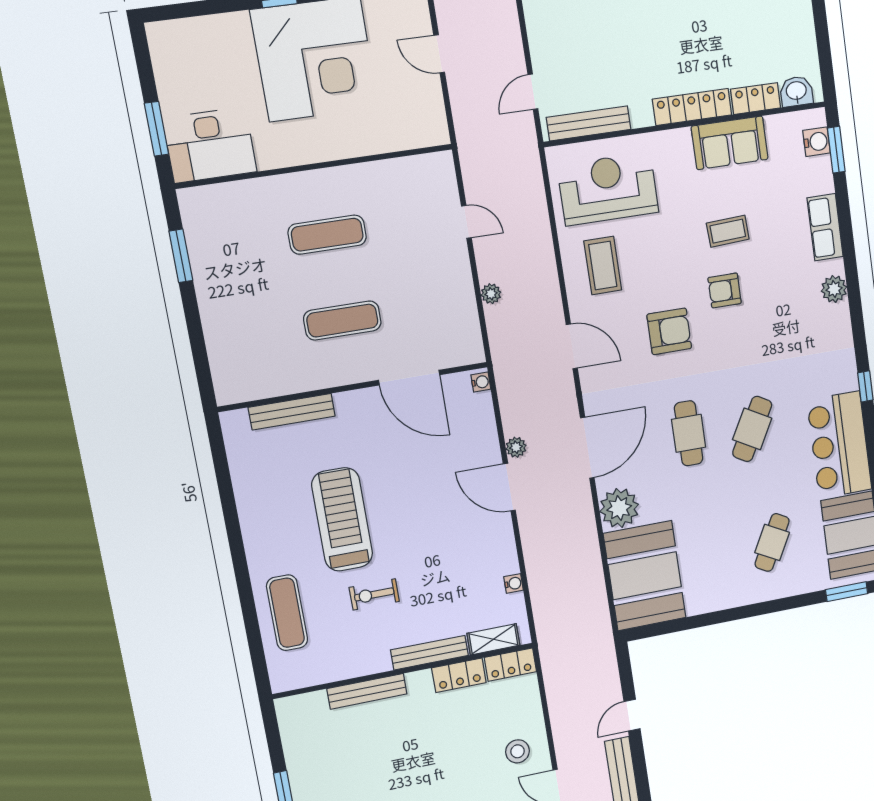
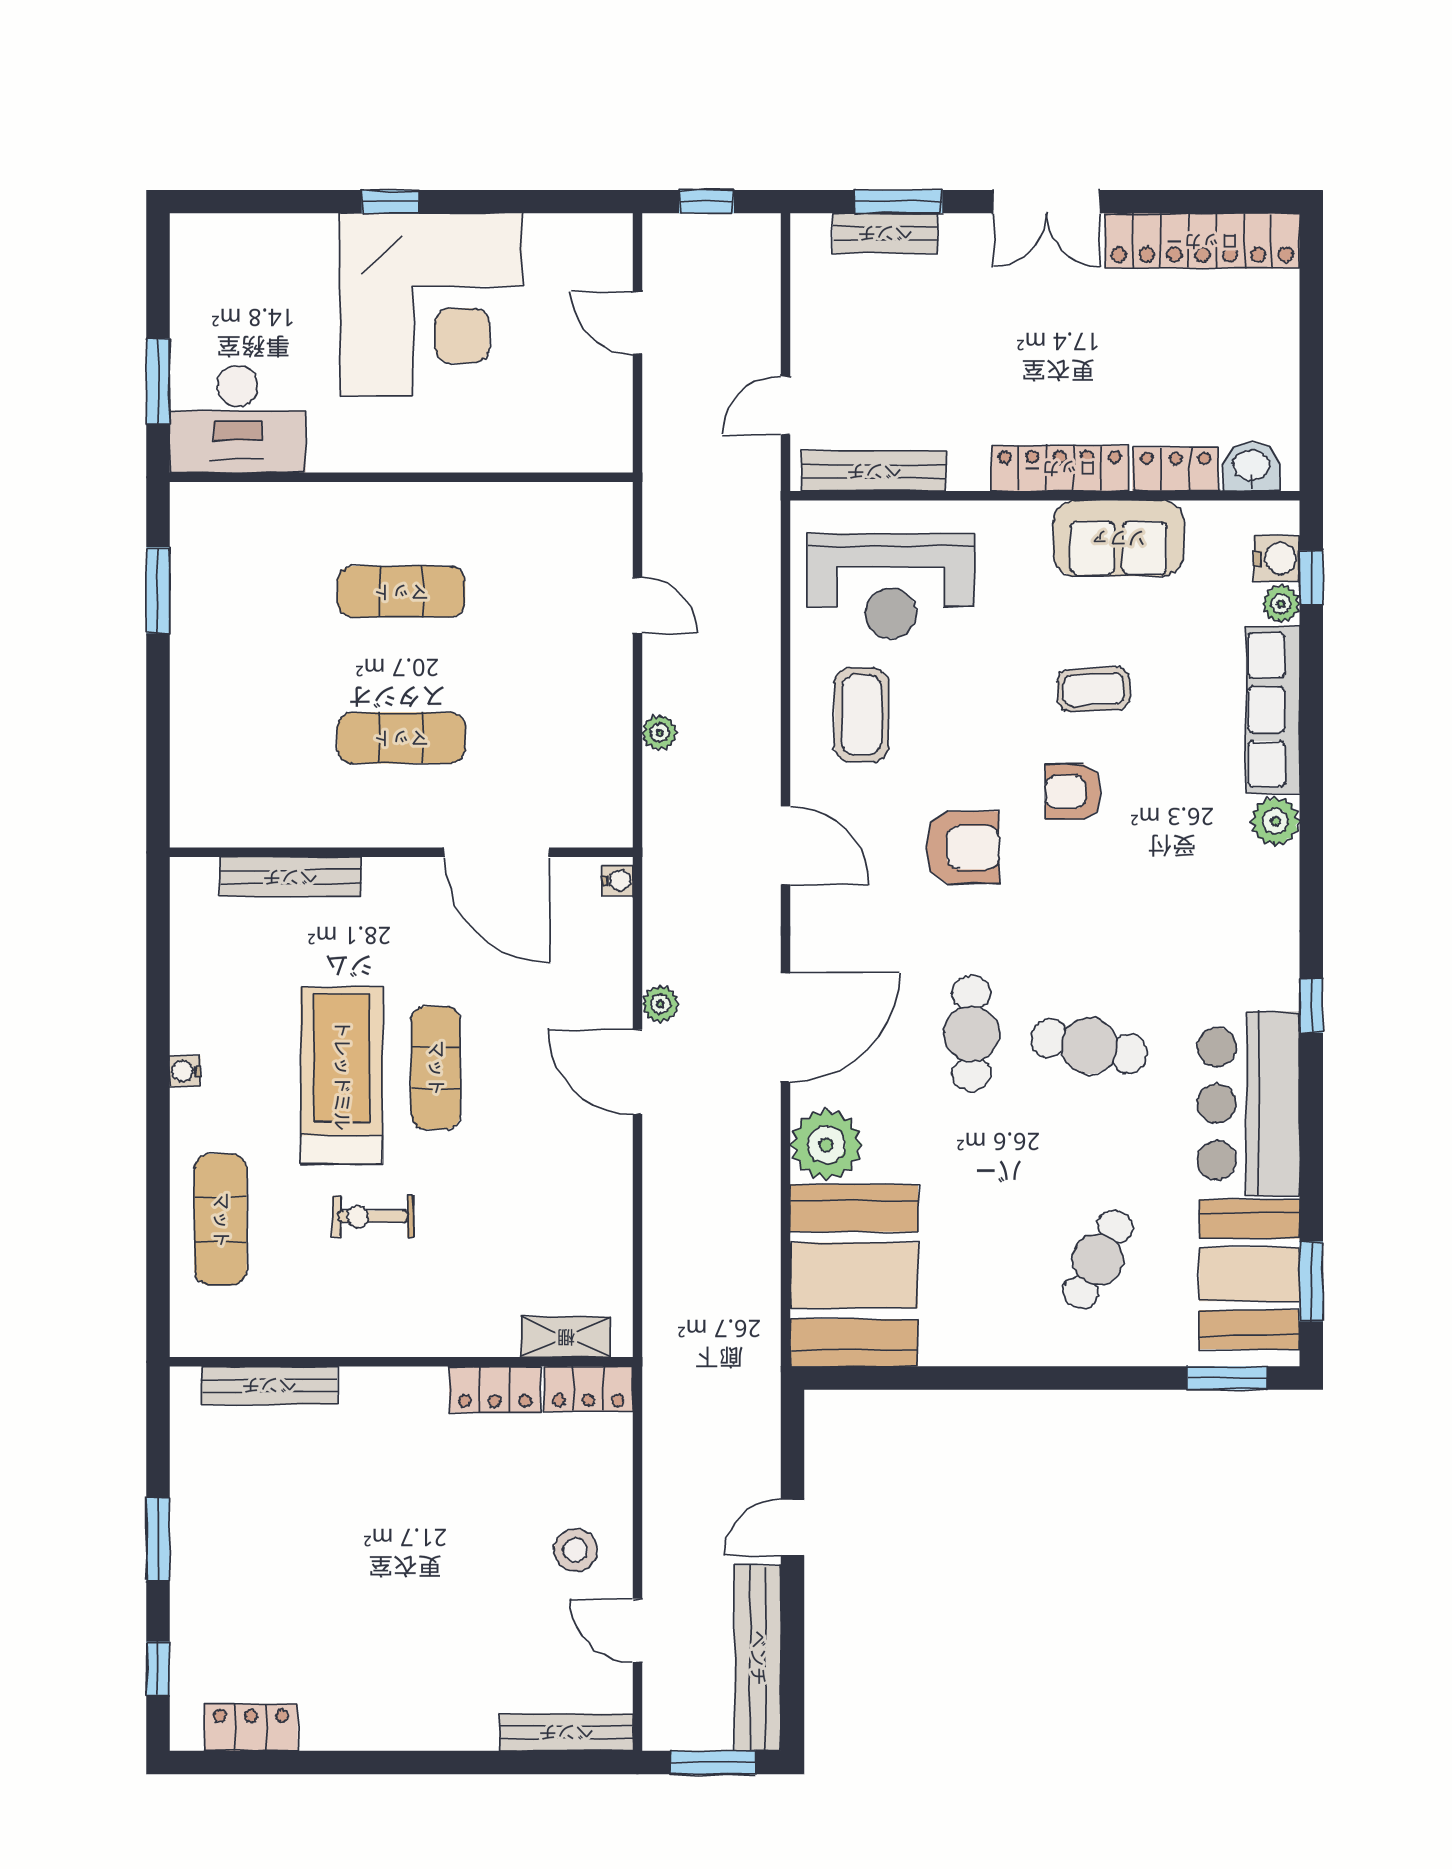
window: (836, 150) -> (1311, 577), width x0.67
plant: (822, 167) -> (1281, 604), added
reception desk: (608, 189) -> (891, 586), turned 180
row of seats: (825, 227) -> (1273, 709), width x1.48
cafe table: (752, 429) -> (1089, 1046), turned 72
exercise mat: (395, 505) -> (436, 1068), added
water cooler: (514, 583) -> (185, 1071), moved, turned 180
bench: (430, 653) -> (450, 1339), removed
bench: (367, 691) -> (269, 1385), moved

